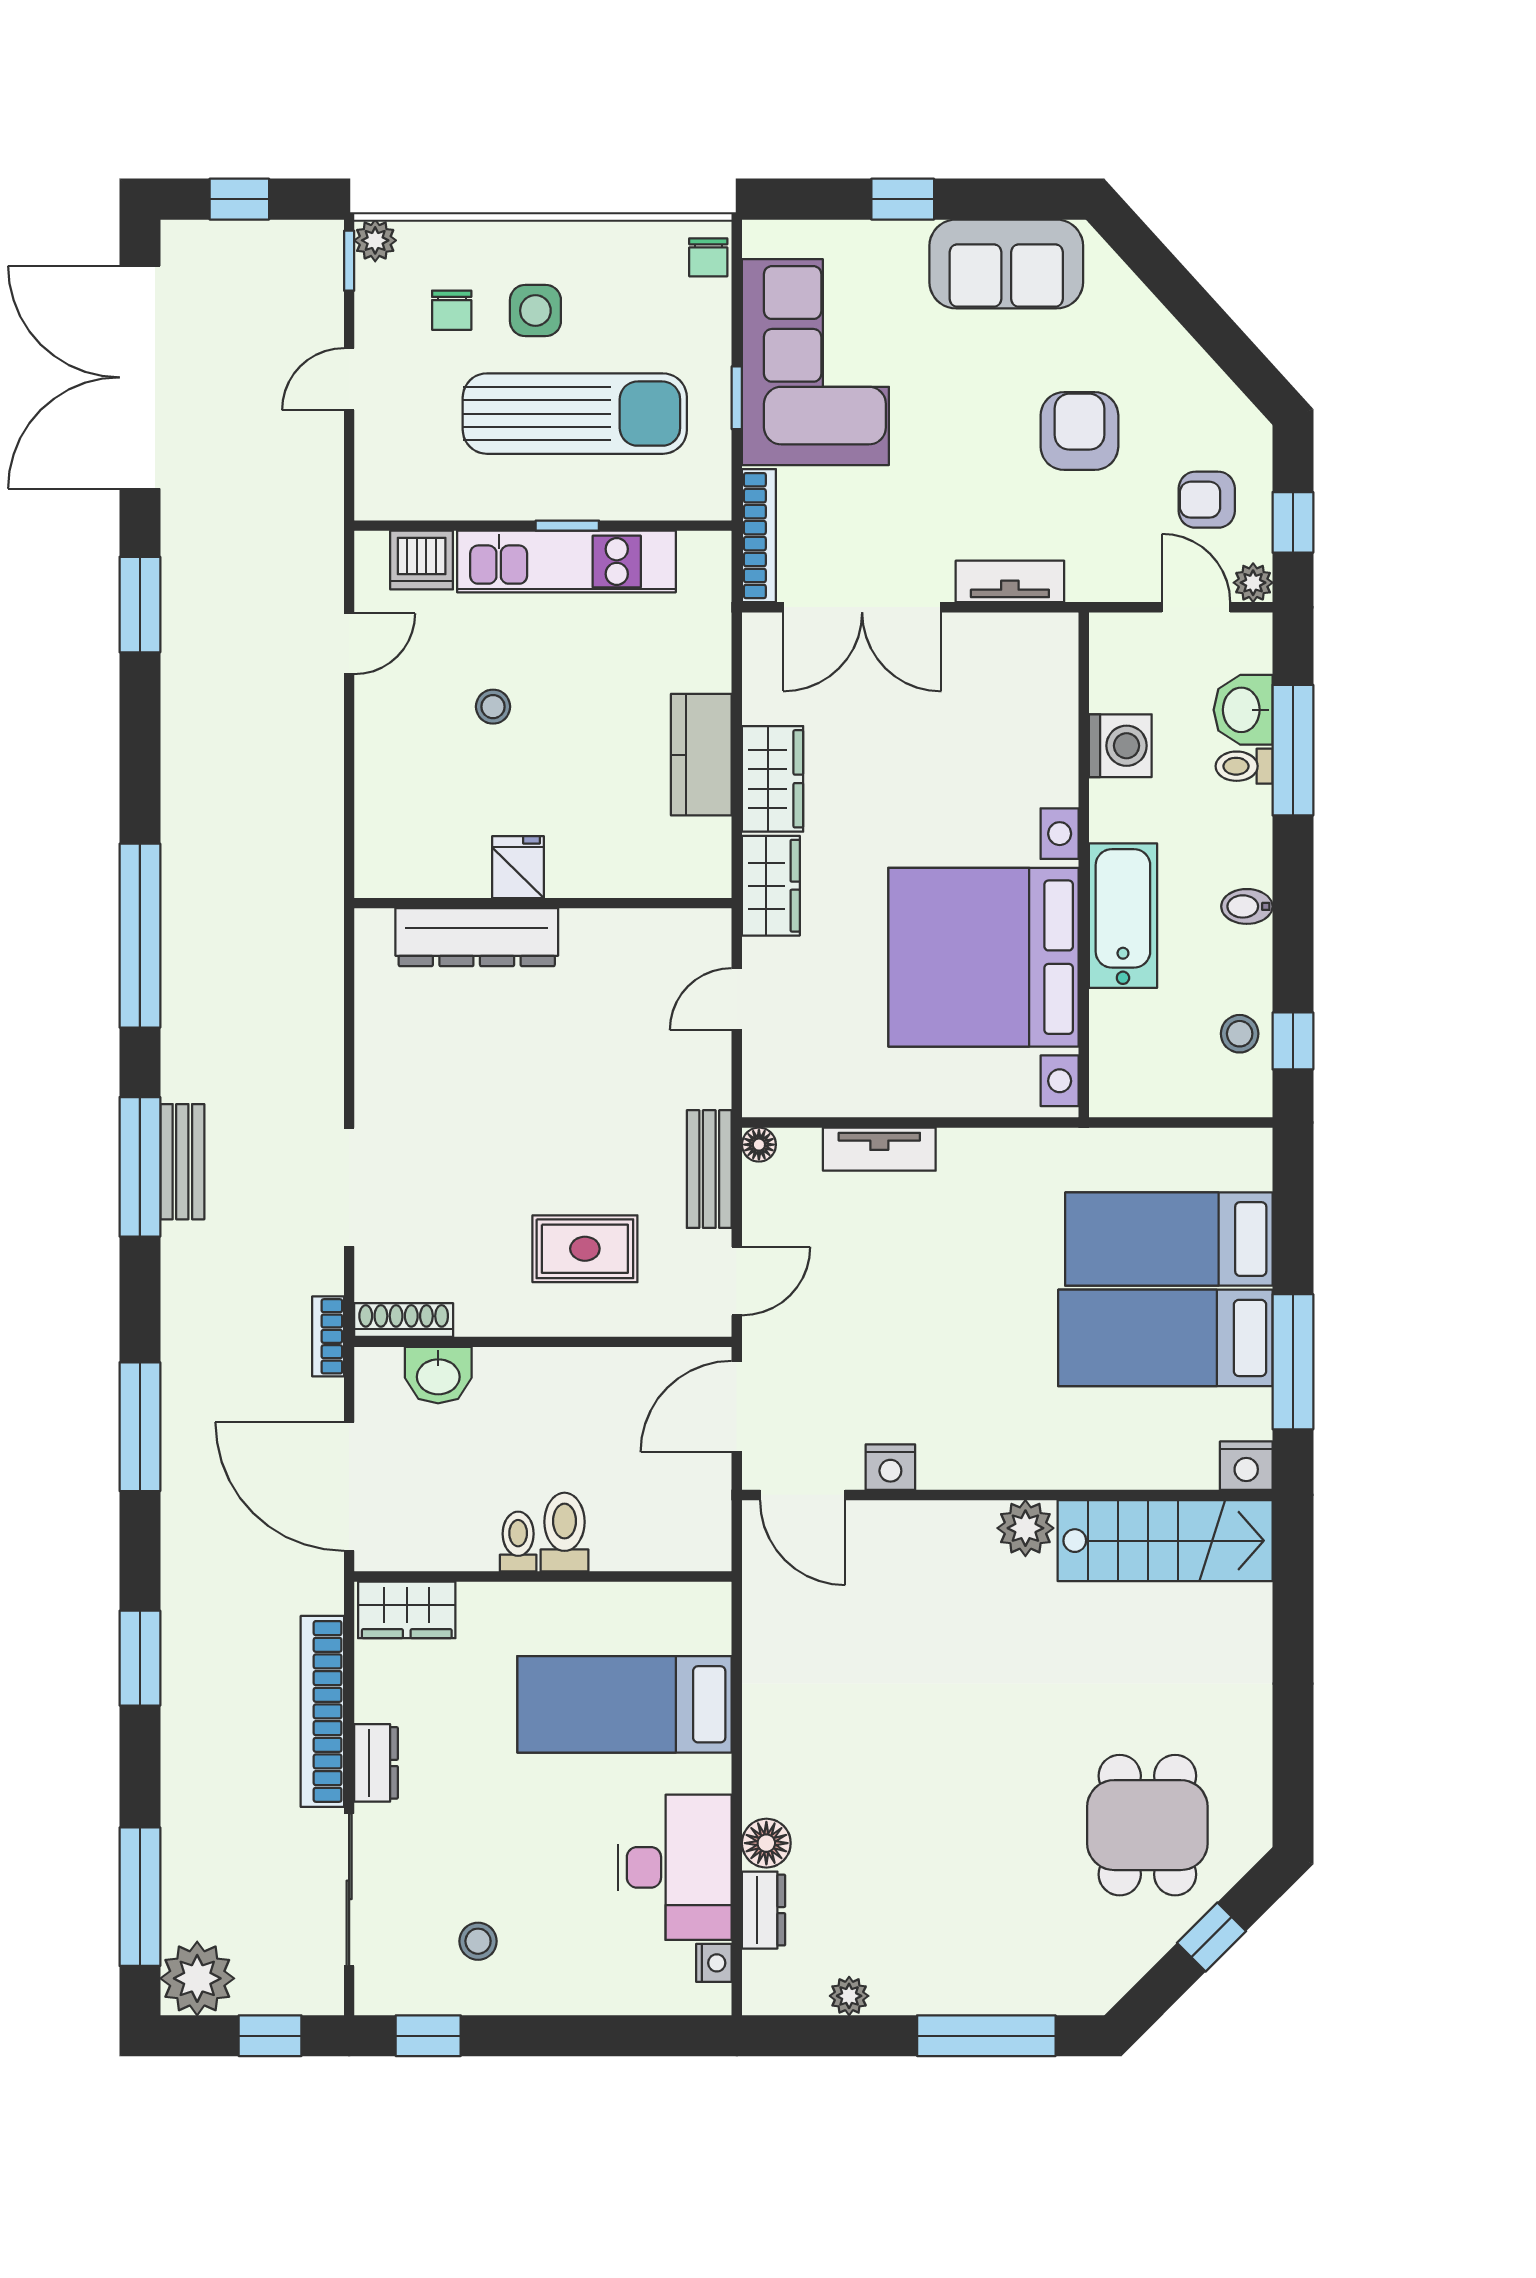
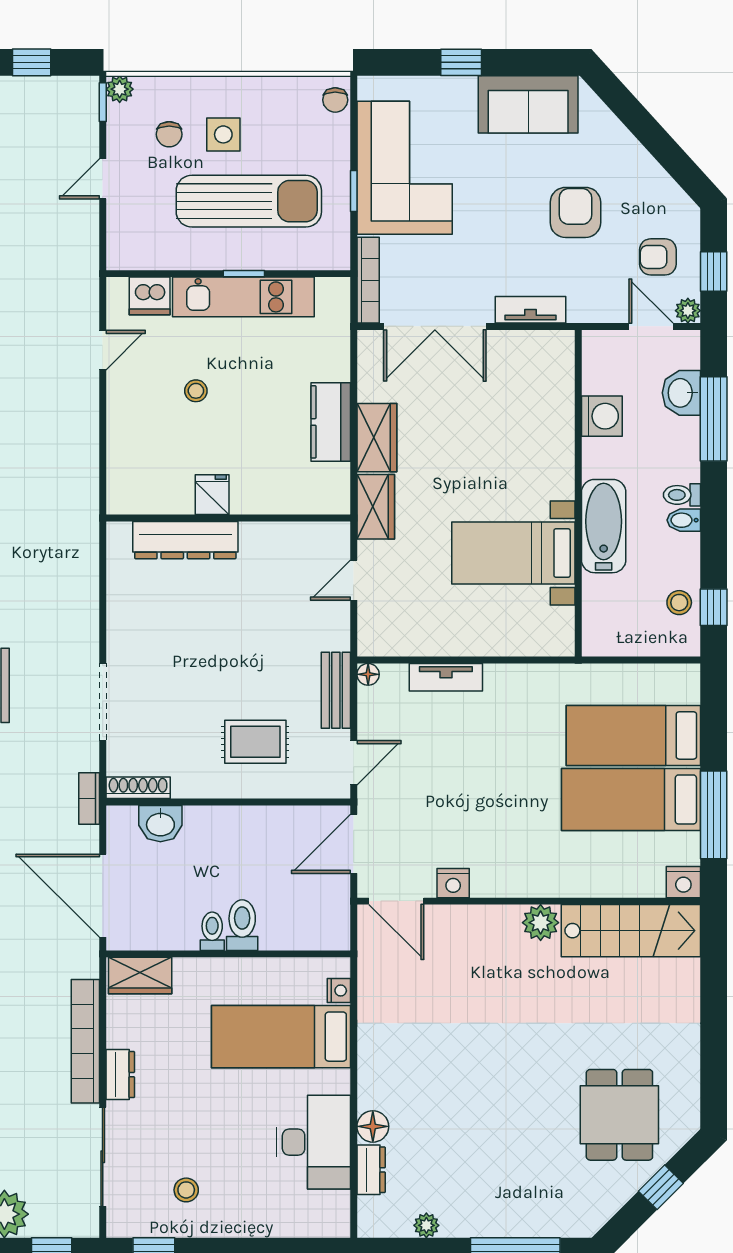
toilet: (1244, 766) -> (682, 495), moved
bed with nightstands: (984, 957) -> (513, 553), width x0.54
nightstand: (714, 1963) -> (339, 991), moved

